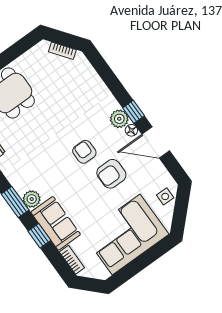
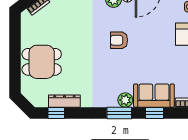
armchair: (111, 174) -> (148, 33), removed

